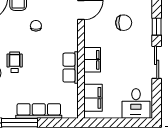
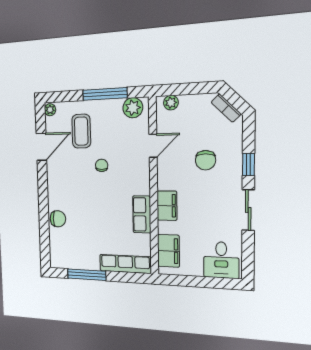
chair: (124, 23) -> (205, 160), turned 90
wheelchair: (15, 62) -> (80, 207), removed
row of seats: (39, 111) -> (125, 264), moved

